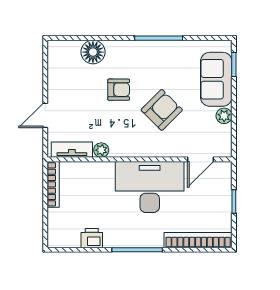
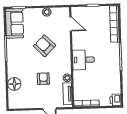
sofa: (216, 79) -> (15, 23), moved, turned -90
armchair: (119, 90) -> (43, 79), moved
desk: (150, 187) -> (83, 60), width x0.53, depth x0.77
printer: (92, 238) -> (116, 100), moved

